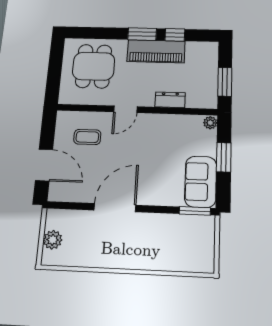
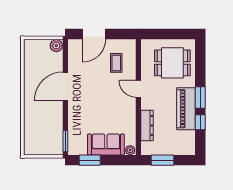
dresser: (170, 100) -> (147, 126), width x1.44
window: (224, 157) -> (90, 160), moved
sofa: (201, 182) -> (106, 144), moved
door: (115, 208) -> (65, 86), swing flipped
plant: (53, 240) -> (56, 46), moved

